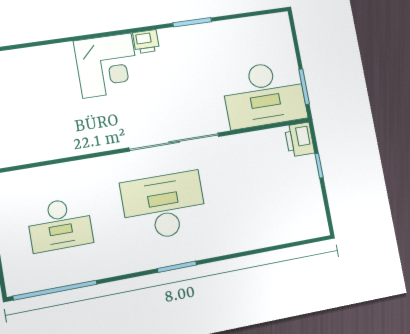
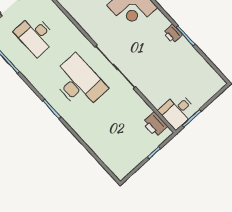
printer: (146, 42) -> (173, 34), moved
desk: (264, 94) -> (177, 111), width x0.53, depth x0.77
printer: (299, 140) -> (155, 124), moved, turned -90

